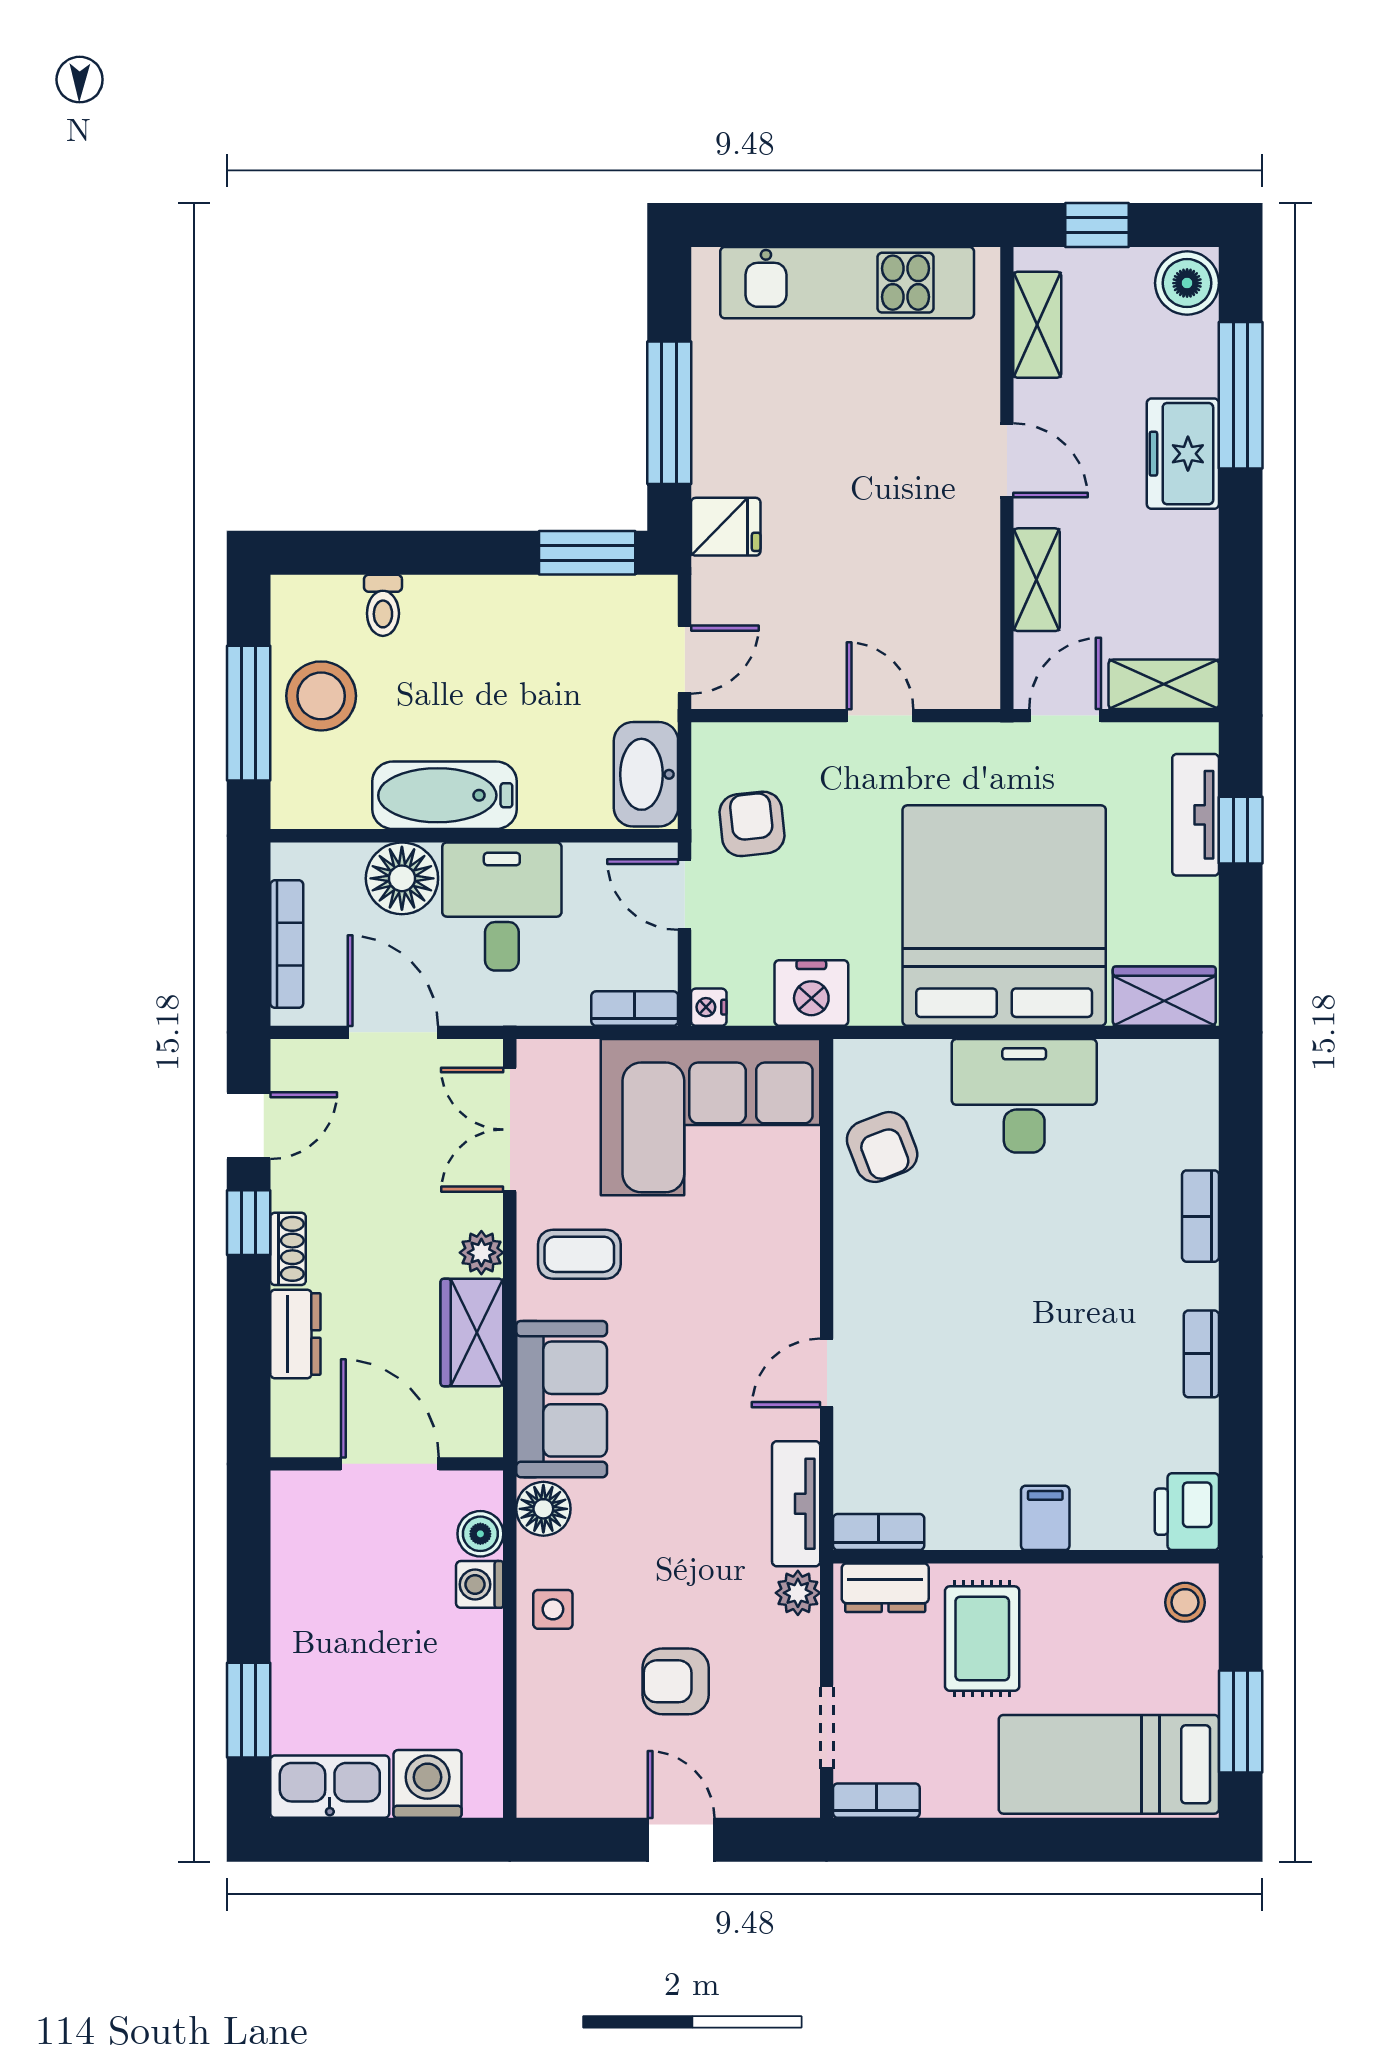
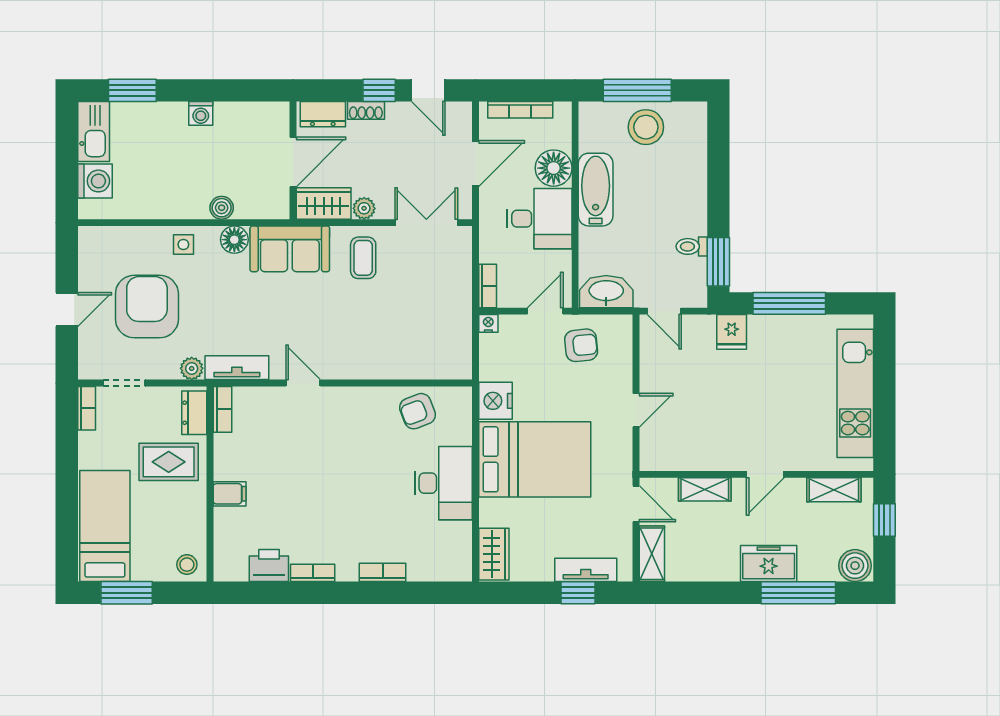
toilet: (383, 605) -> (692, 246), moved
bed: (1004, 916) -> (535, 459), width x0.73
nightstand: (811, 993) -> (496, 401), moved
corner sofa: (710, 1117) -> (433, 324), removed
wall: (387, 1464) -> (293, 160), moved
door: (390, 1464) -> (293, 162), moved
printer: (1187, 1512) -> (269, 566), moved
washing machine: (480, 1584) -> (201, 113), moved, turned 180
armchair: (676, 1681) -> (147, 307), width x1.88, depth x1.88

